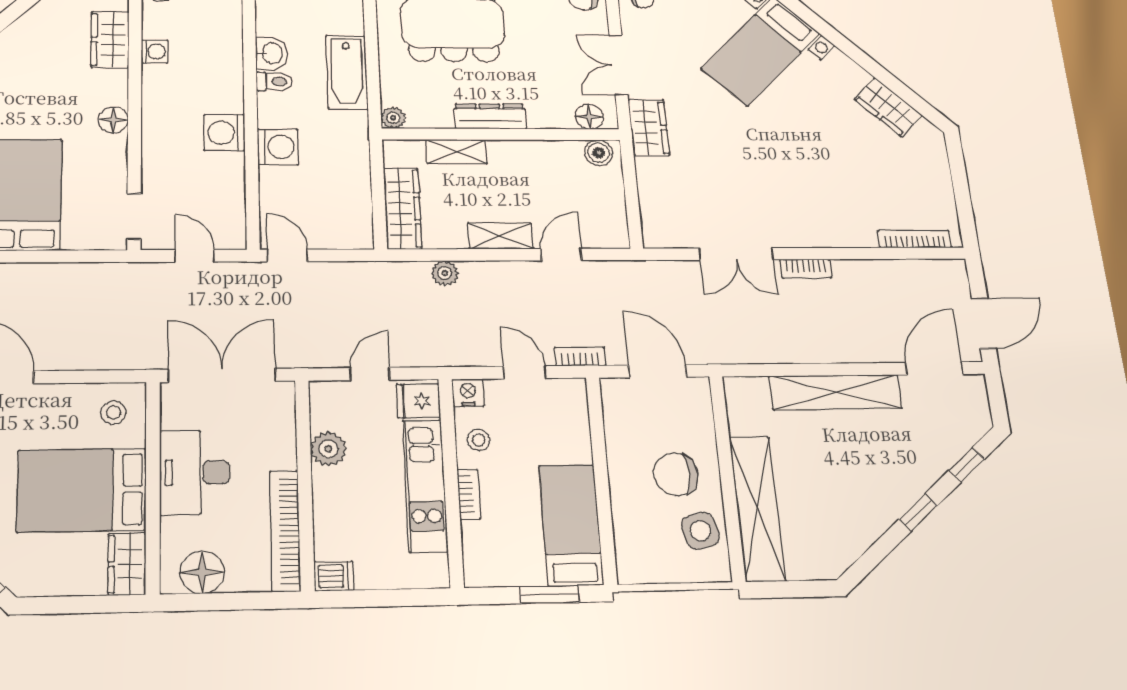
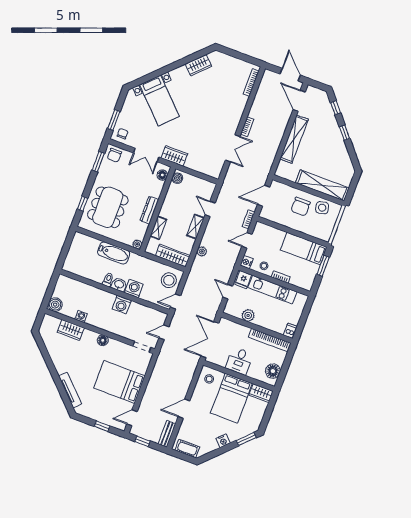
washbasin: (272, 53) -> (119, 285), moved
stool: (335, 221) -> (169, 280), added
desk: (195, 472) -> (239, 361), width x0.73

